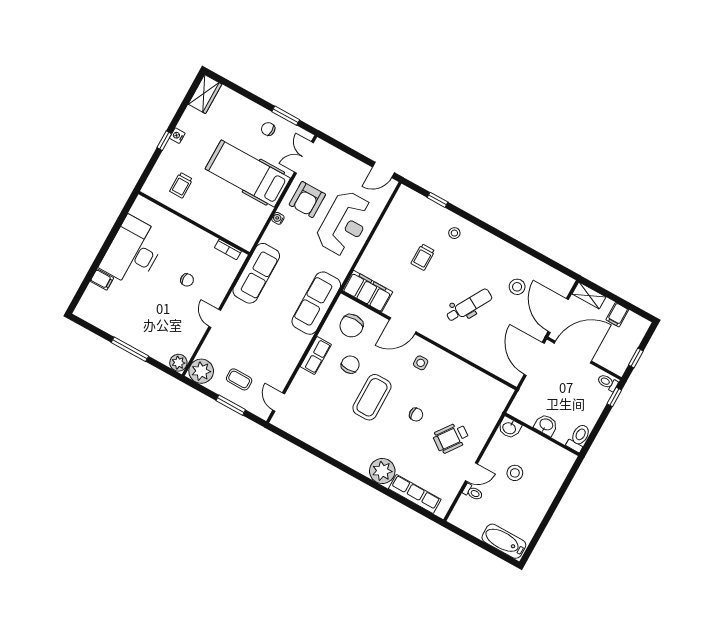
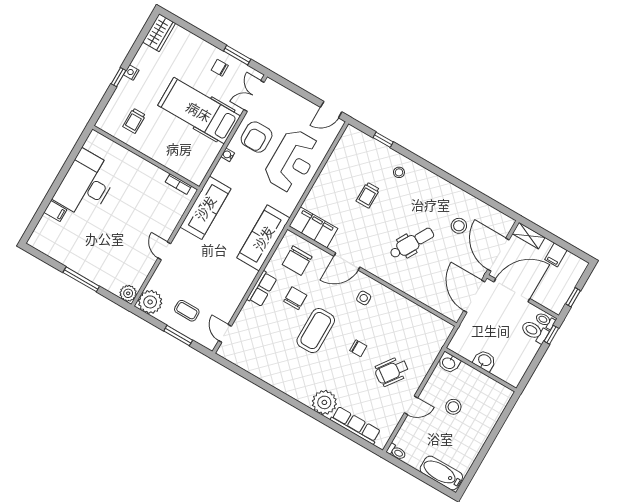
chair: (187, 280) -> (138, 213), removed
toilet: (579, 438) -> (535, 332), moved, turned -90
toilet: (473, 492) -> (396, 452), moved

